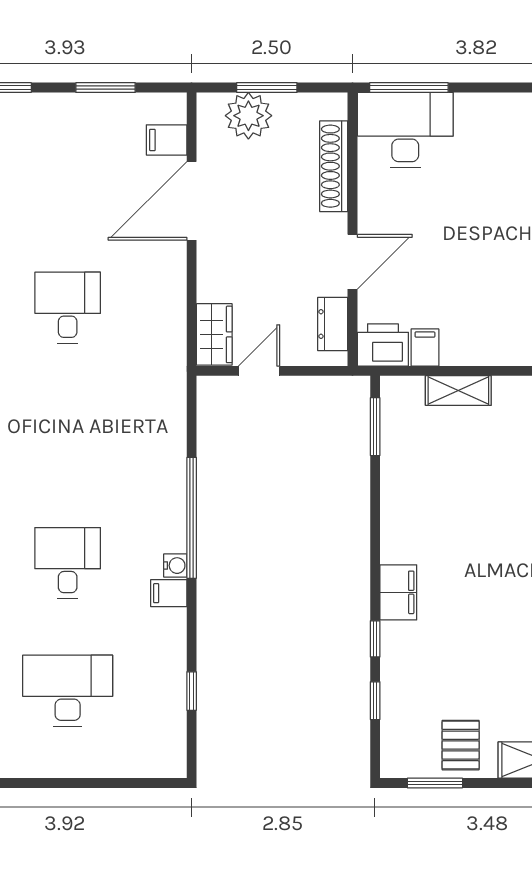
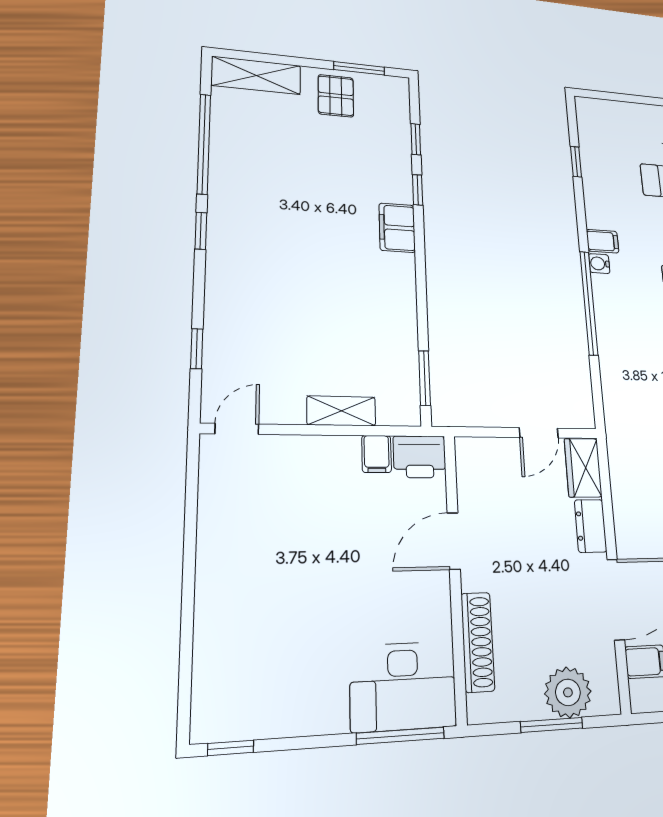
dresser: (333, 324) -> (591, 526), moved, turned 180

